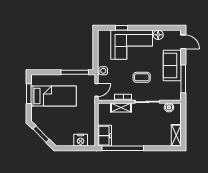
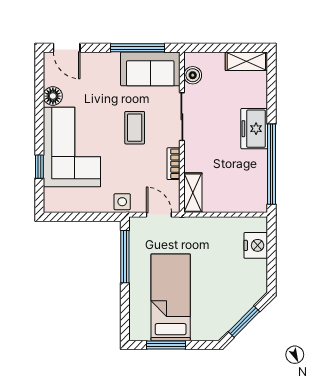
door: (183, 42) -> (67, 48), swing flipped
sofa: (172, 66) -> (150, 69), moved
shelving: (121, 108) -> (193, 193), moved
freezer: (104, 136) -> (254, 129), moved, turned -90

